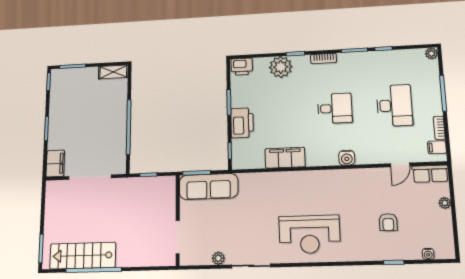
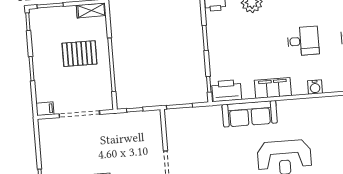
pallet: (97, 115) -> (79, 54), added
printer: (242, 123) -> (227, 91), moved, turned -90
filing cabinet: (285, 158) -> (273, 88), moved
filing cabinet: (55, 163) -> (45, 109), width x0.50
sofa: (209, 186) -> (250, 114), moved

